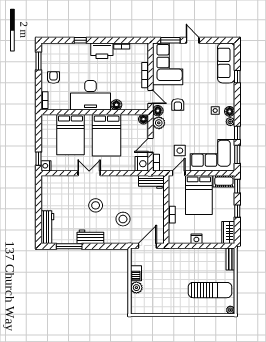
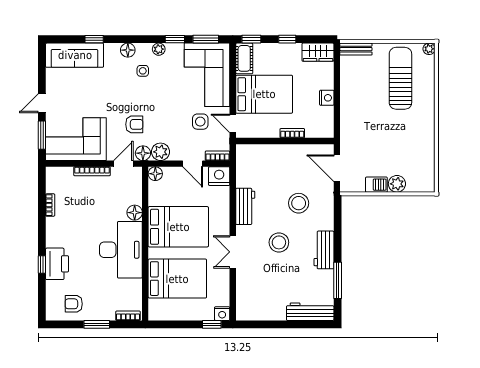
printer: (102, 51) -> (57, 264), moved
window: (39, 61) -> (97, 324), moved
armchair: (53, 77) -> (74, 304), moved
floor lamp: (230, 111) -> (128, 50), moved
workbench: (151, 182) -> (245, 206), moved

